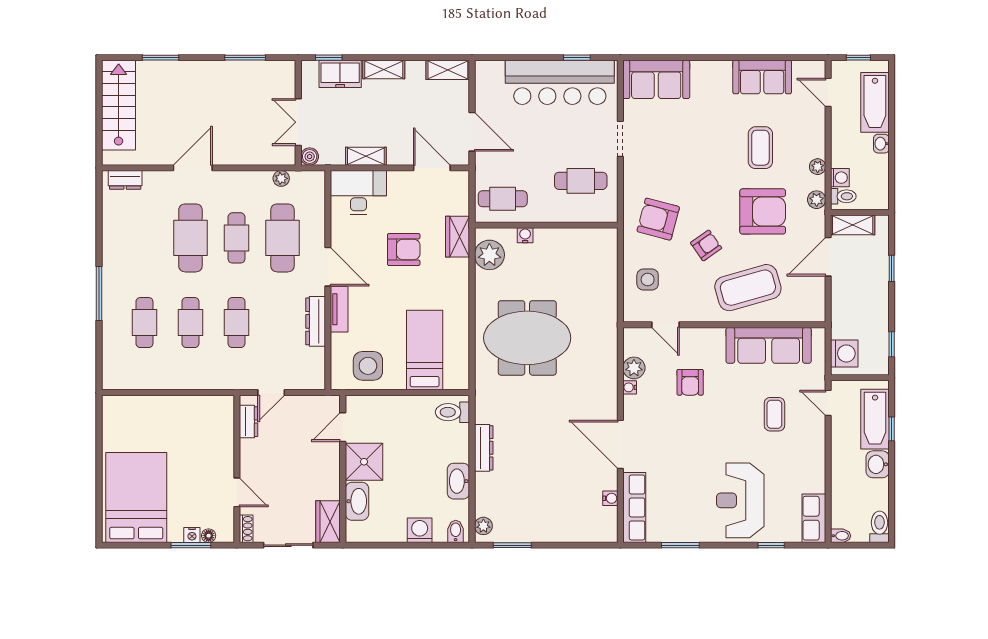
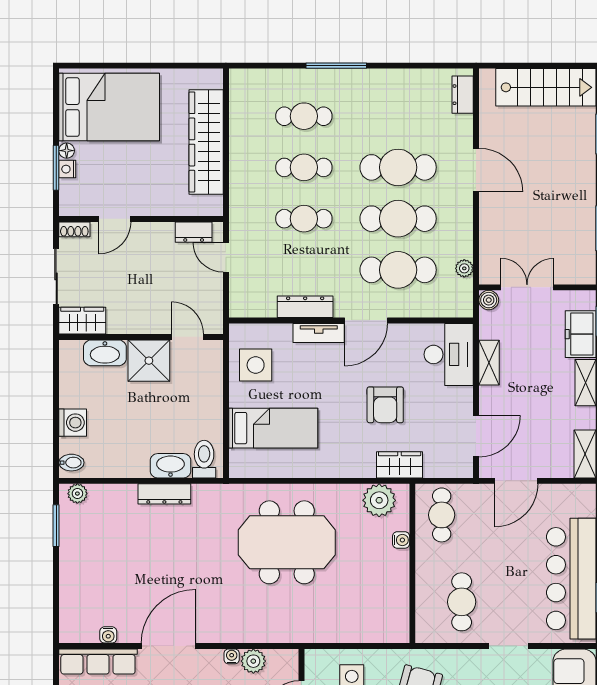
cafe table: (236, 238) -> (398, 219), width x1.37, depth x1.35
meeting table: (527, 338) -> (287, 542), turned 90
wardrobe: (168, 410) -> (206, 142), added
washbasin: (458, 481) -> (171, 466), moved
floor lamp: (209, 536) -> (67, 151), moved

